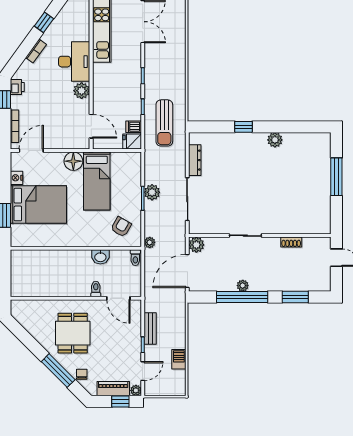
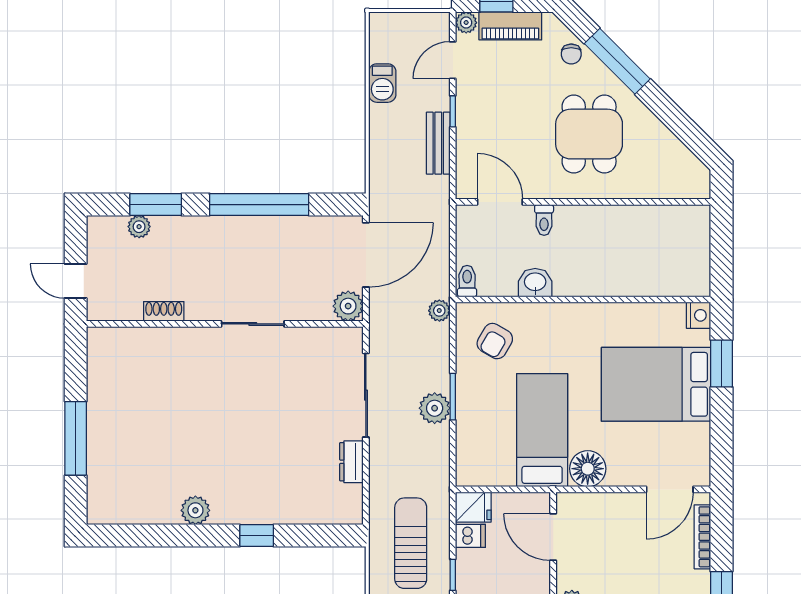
dresser: (195, 160) -> (351, 462), width x0.70
nightstand: (16, 178) -> (699, 315), moved
plant: (243, 286) -> (139, 227), moved

